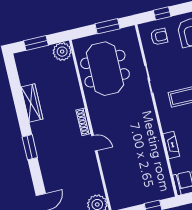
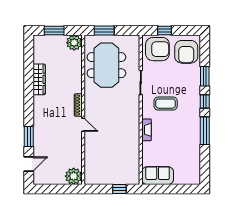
window: (107, 26) -> (104, 30), moved
armchair: (159, 37) -> (157, 49), width x1.88, depth x1.88
fireplace: (171, 145) -> (147, 130), moved
window: (30, 147) -> (29, 136), moved

